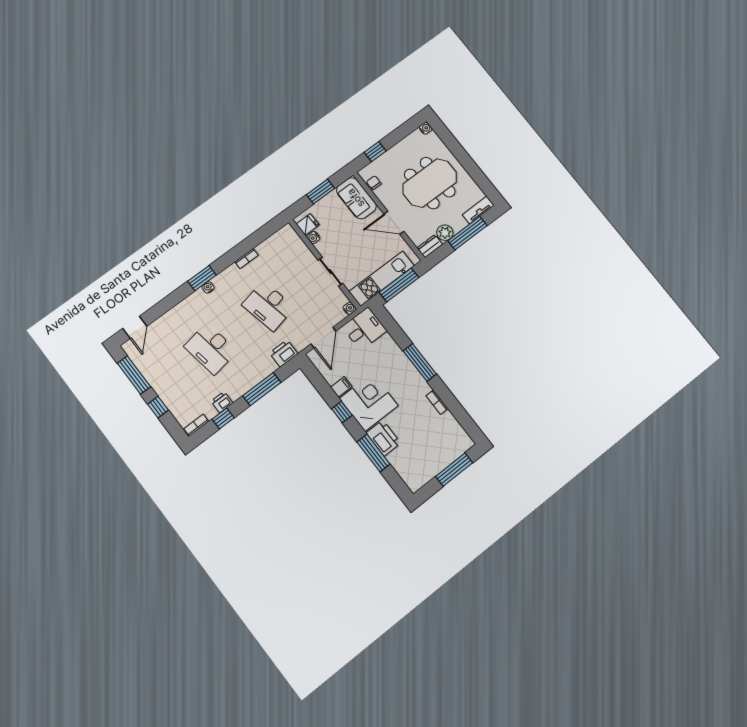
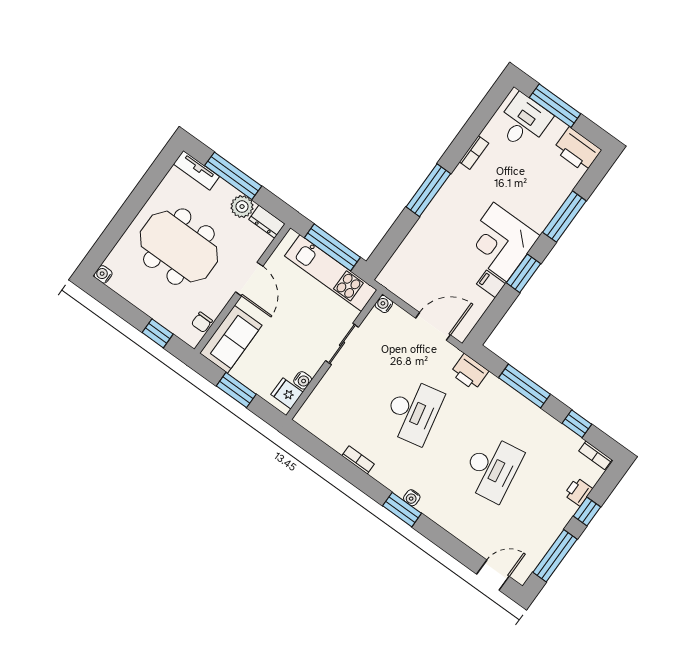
desk: (364, 329) -> (523, 122), moved, turned 90
printer: (222, 402) -> (578, 492), moved, turned 90
window: (342, 412) -> (523, 273), width x1.50
printer: (383, 438) -> (577, 150), moved, turned -90

